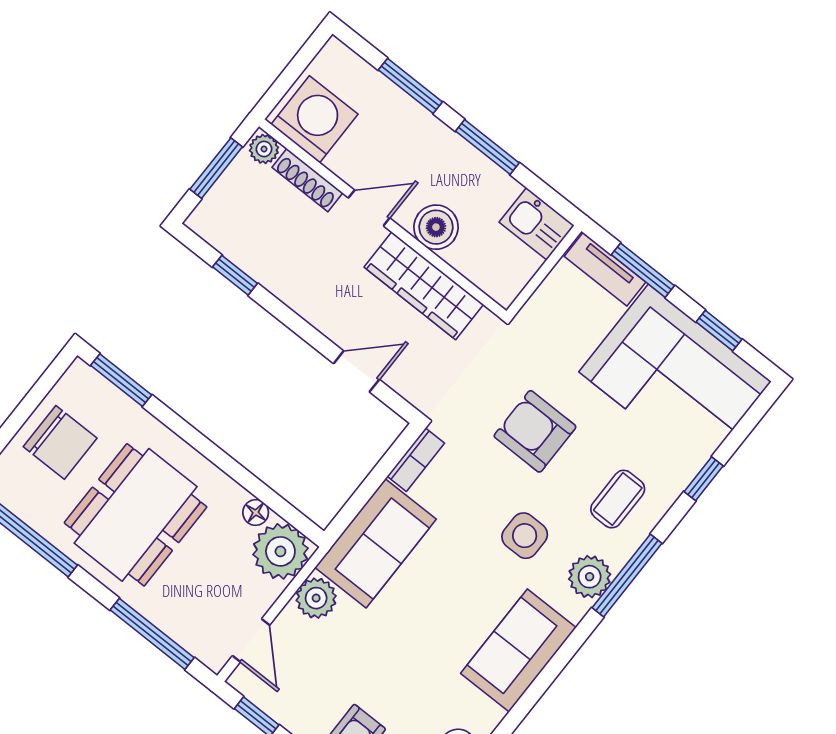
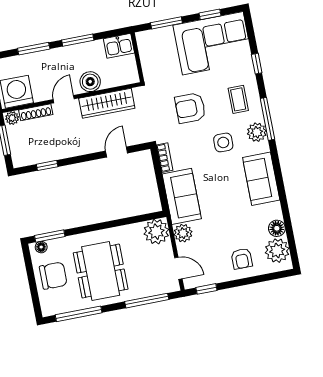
tv unit: (605, 269) -> (155, 36), removed
floor lamp: (256, 513) -> (41, 247), moved

